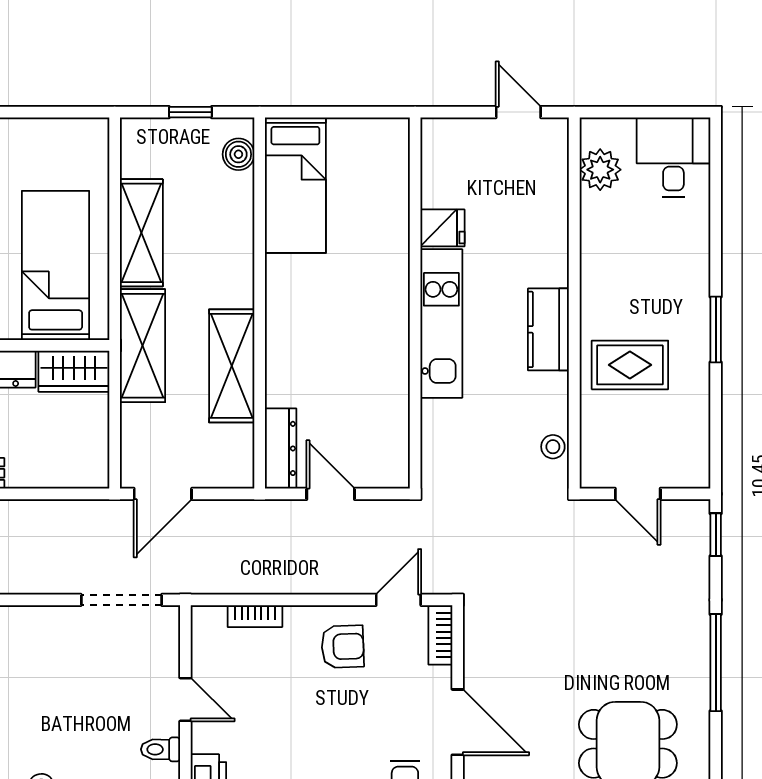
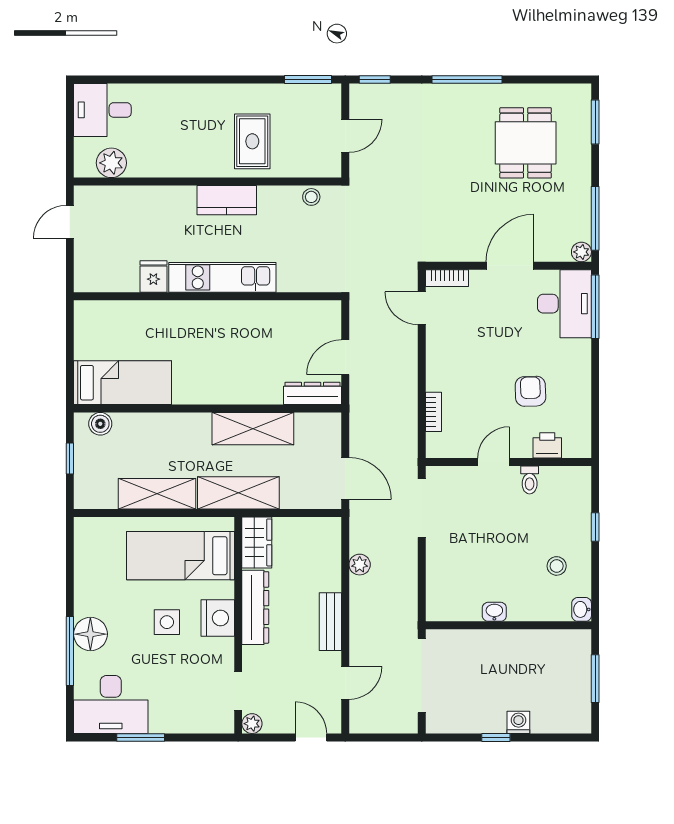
window: (716, 329) -> (308, 80), moved
plant: (43, 514) -> (360, 565), added
armchair: (343, 647) -> (530, 391), moved

